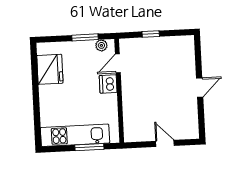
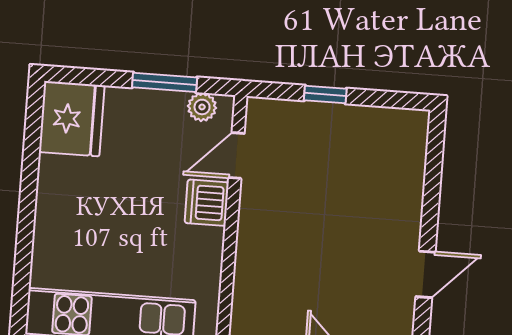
fridge: (50, 69) -> (72, 119), moved
door: (200, 88) -> (425, 274), moved

